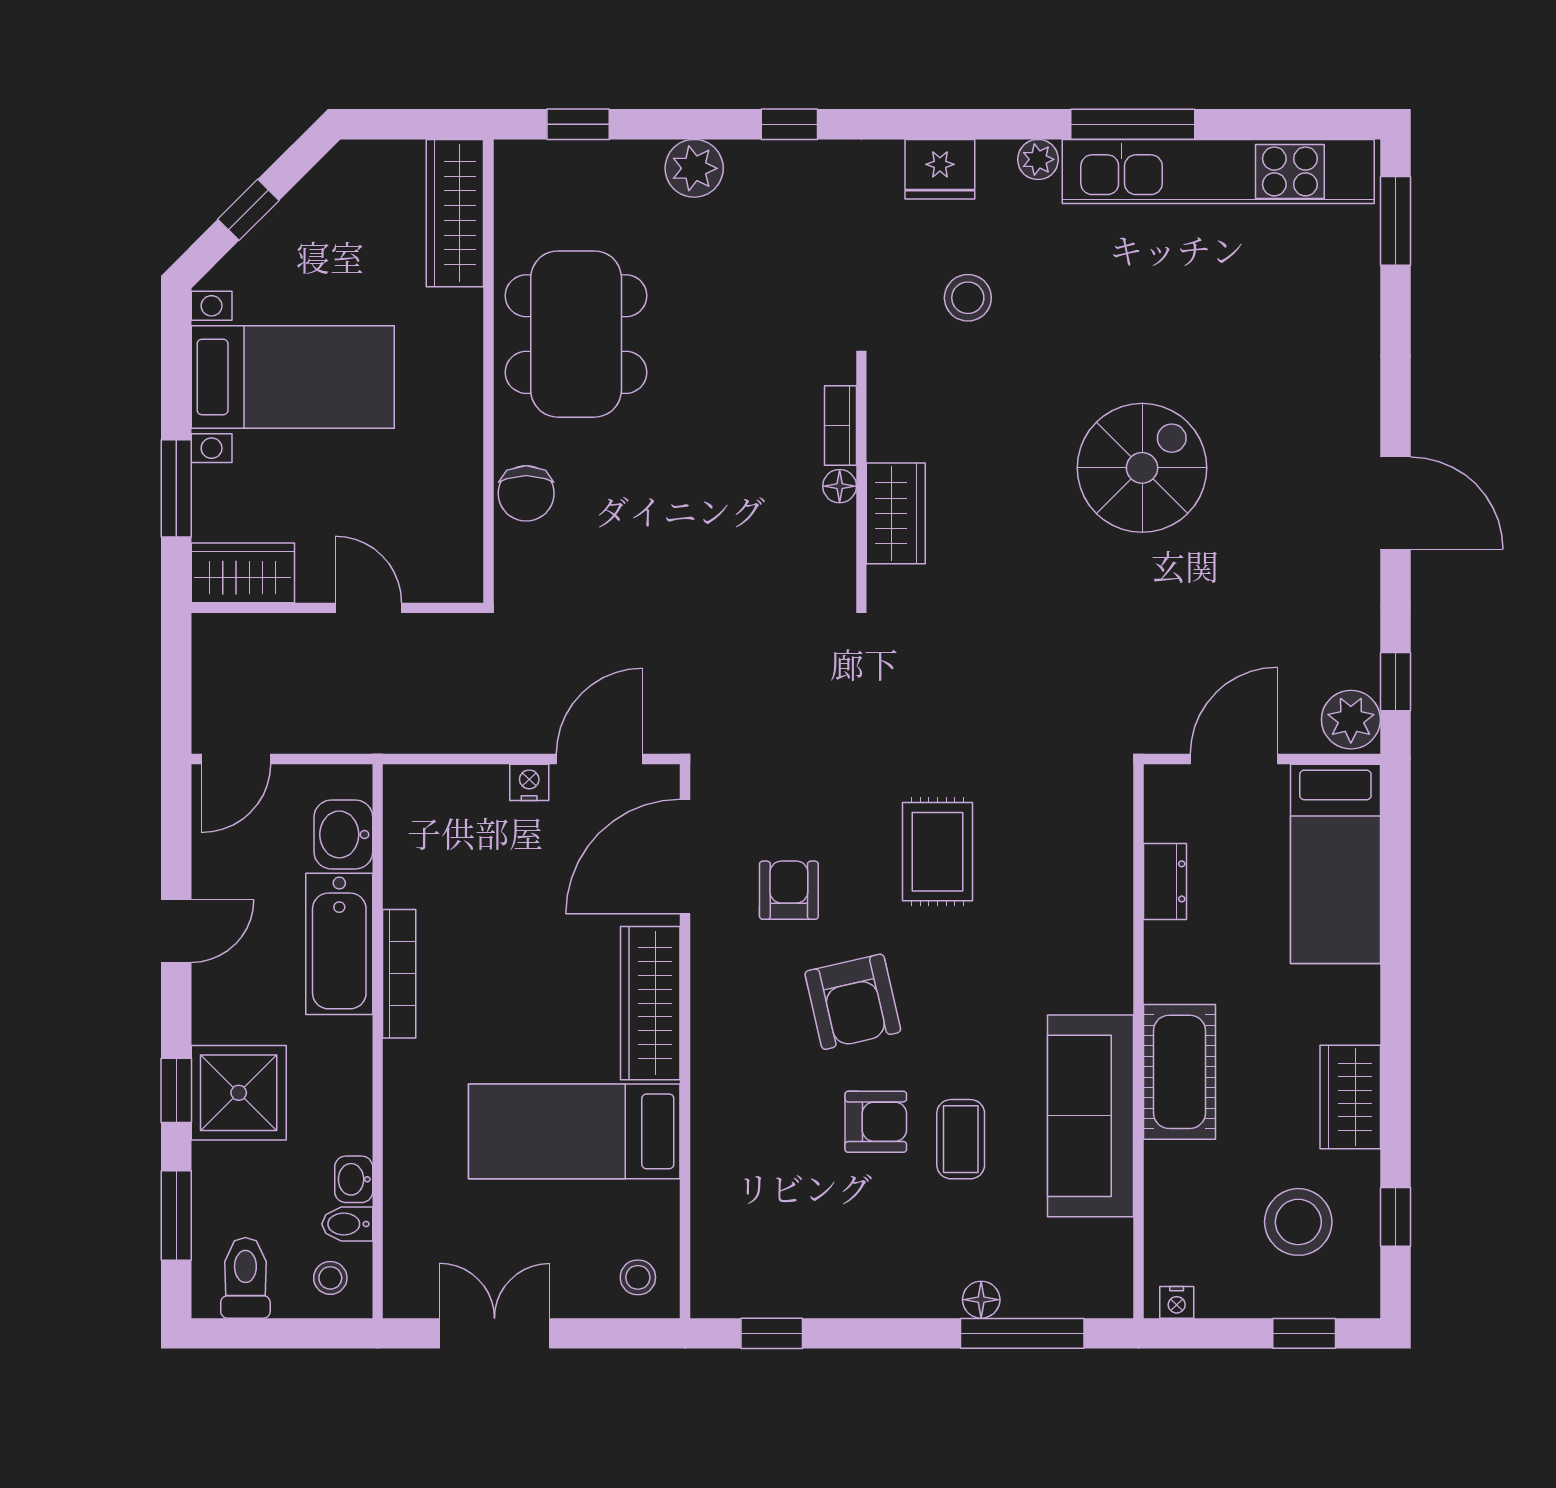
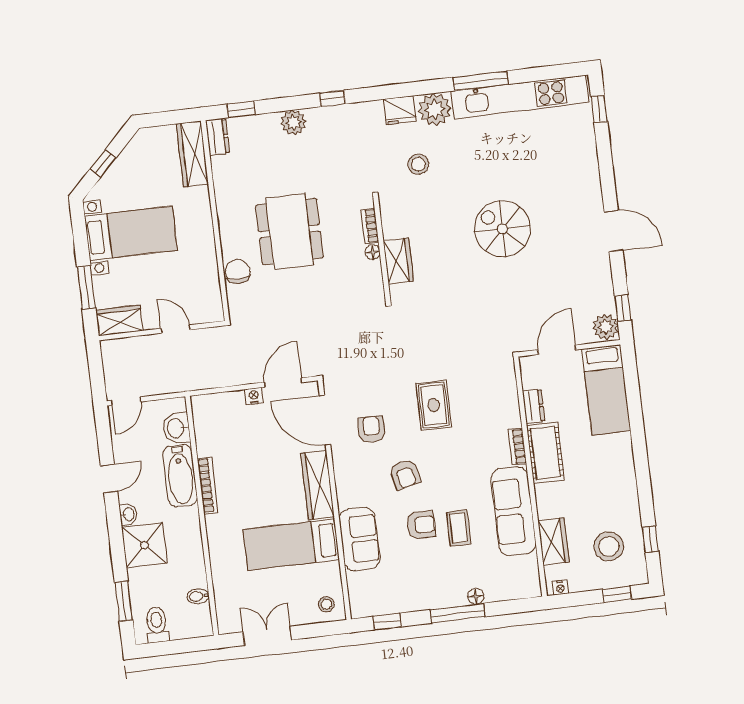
plant: (1038, 159) -> (435, 109), width x1.88, depth x1.88
dresser: (517, 181) -> (218, 137), added
window: (1395, 221) -> (599, 109), width x0.67
dining table: (576, 334) -> (289, 231), moved
spiral stairs: (1142, 468) -> (502, 229), turned -90
chair: (526, 493) -> (238, 272), turned 180
door: (685, 857) -> (325, 420), hinge flipped
bookcase: (1117, 970) -> (517, 447), added
armchair: (853, 1002) -> (405, 474), width x0.72, depth x0.72
cot: (1179, 1072) -> (545, 453), moved
window: (176, 1090) -> (117, 547), removed
wardrobe: (1350, 1097) -> (553, 541), moved, turned 180
sofa: (731, 1137) -> (359, 539), added
washbasin: (354, 1179) -> (128, 514), moved, turned 180
stool: (330, 1278) -> (193, 620), removed
window: (1022, 1333) -> (458, 613), moved

